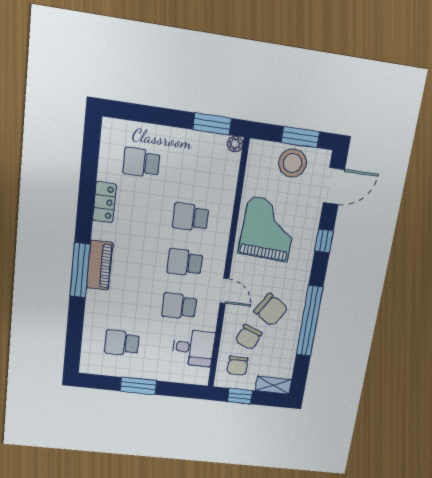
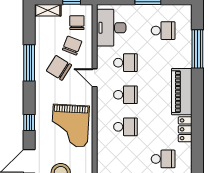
piano: (100, 265) -> (182, 92), width x1.37, depth x1.33
window: (80, 270) -> (197, 49), moved
window: (310, 321) -> (29, 63), width x0.68
desk: (193, 348) -> (111, 28), width x1.37

